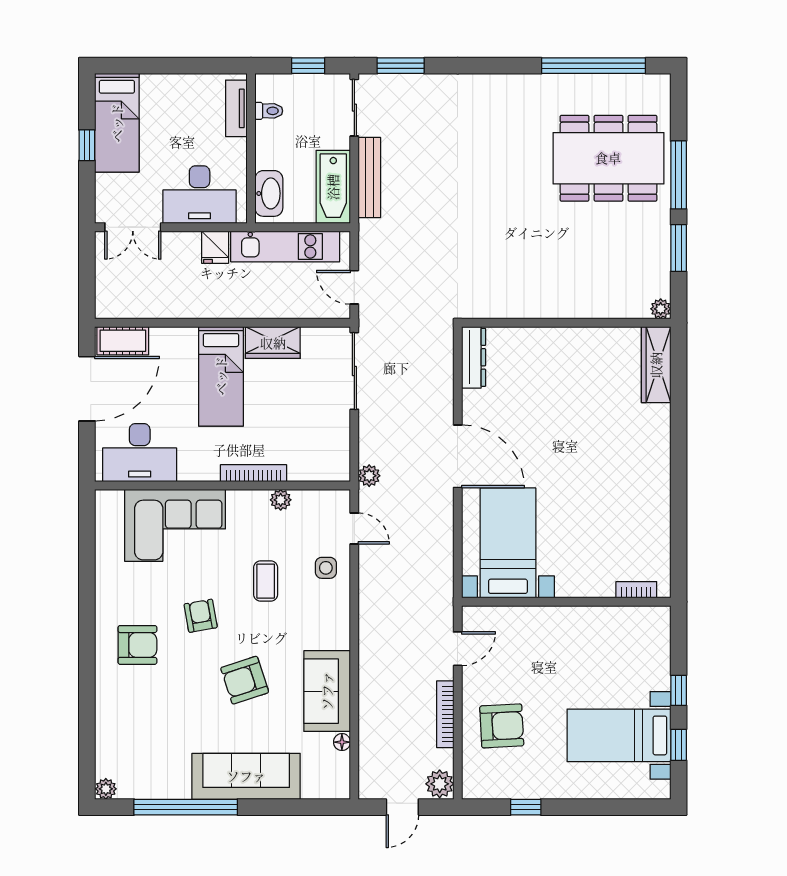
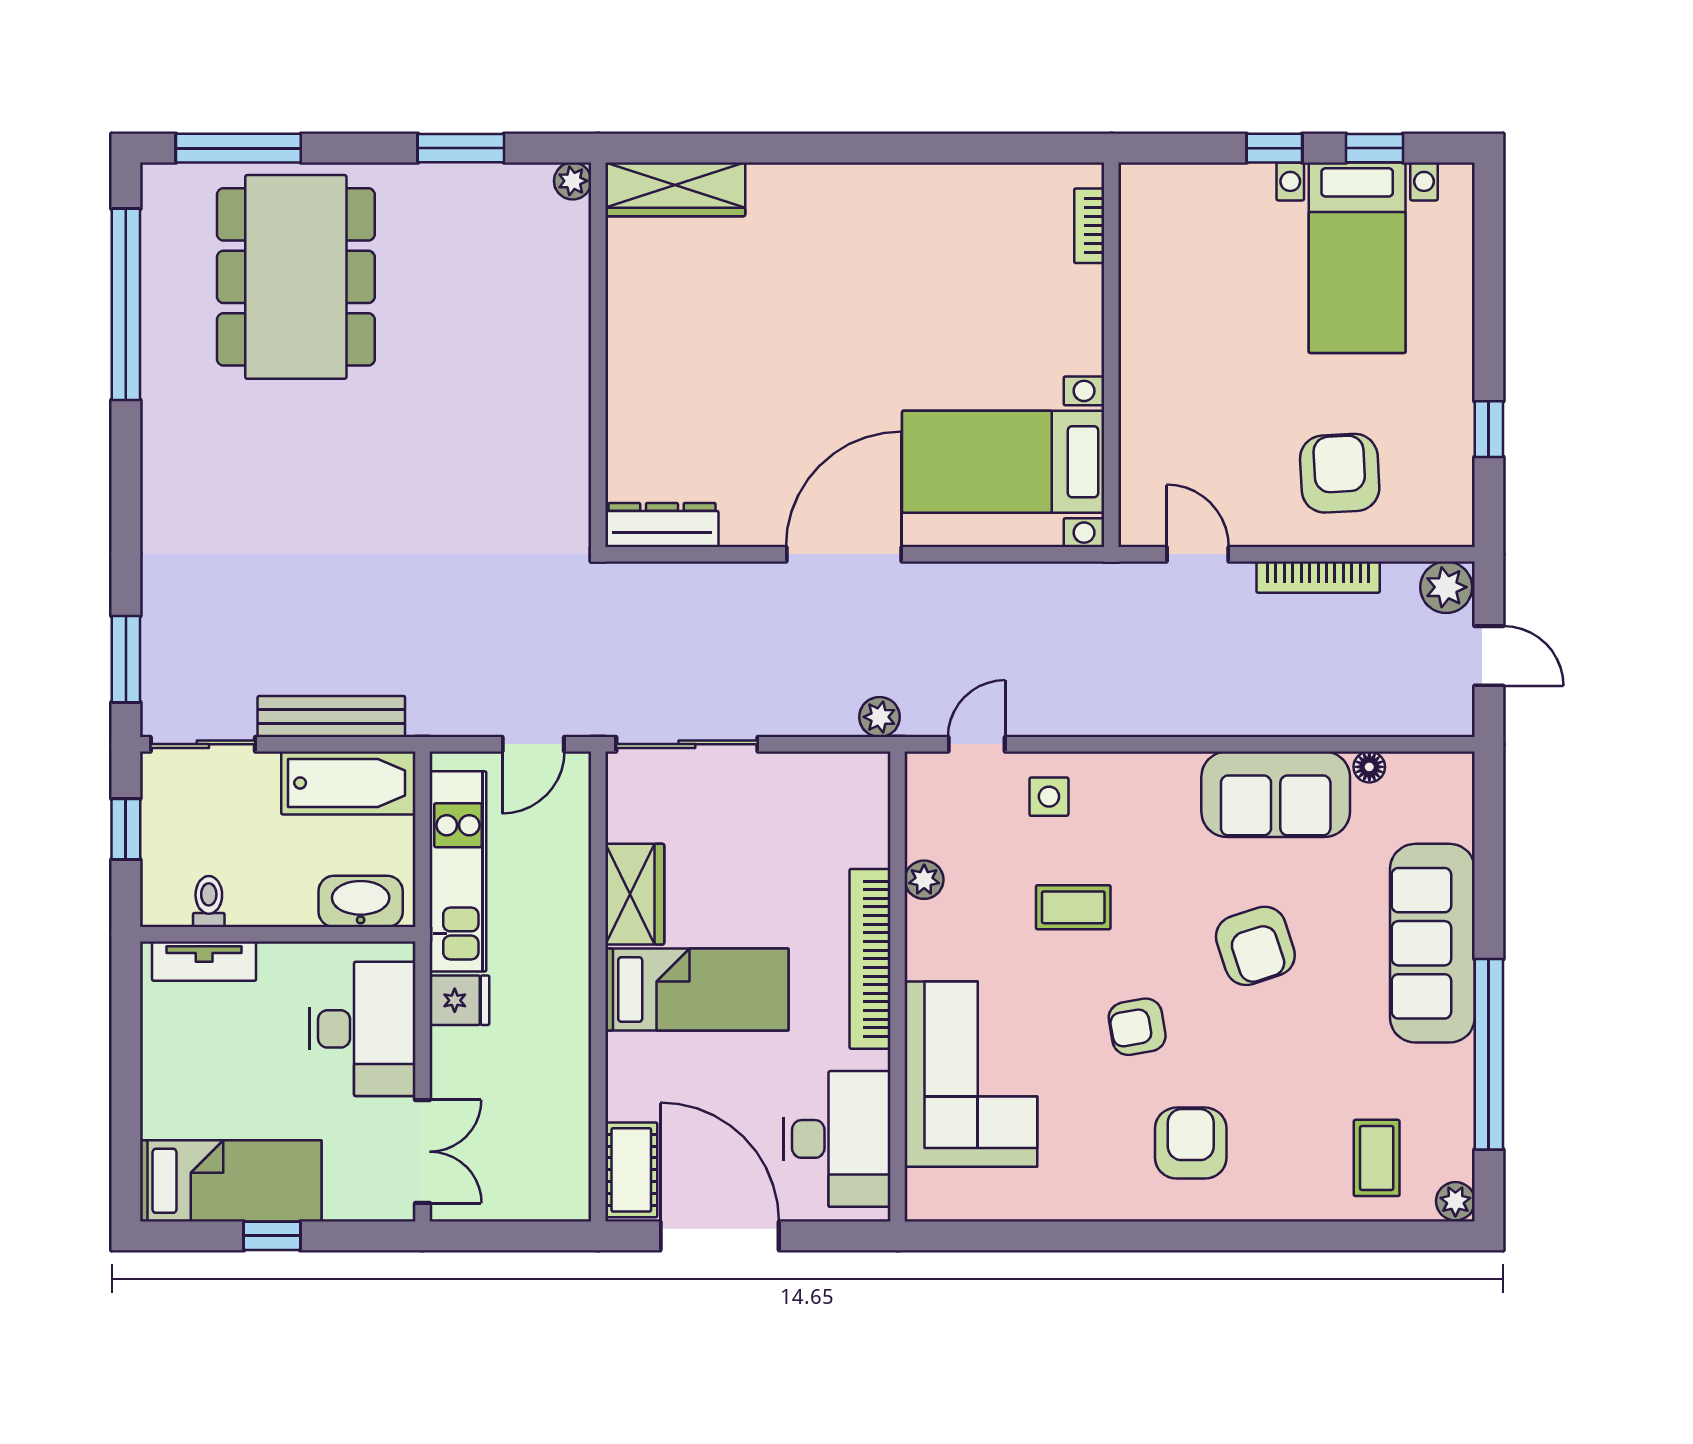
window: (679, 175) -> (238, 148), moved
bookcase: (254, 473) -> (870, 959), width x1.48, depth x1.31
coffee table: (129, 746) -> (1377, 1158), added

